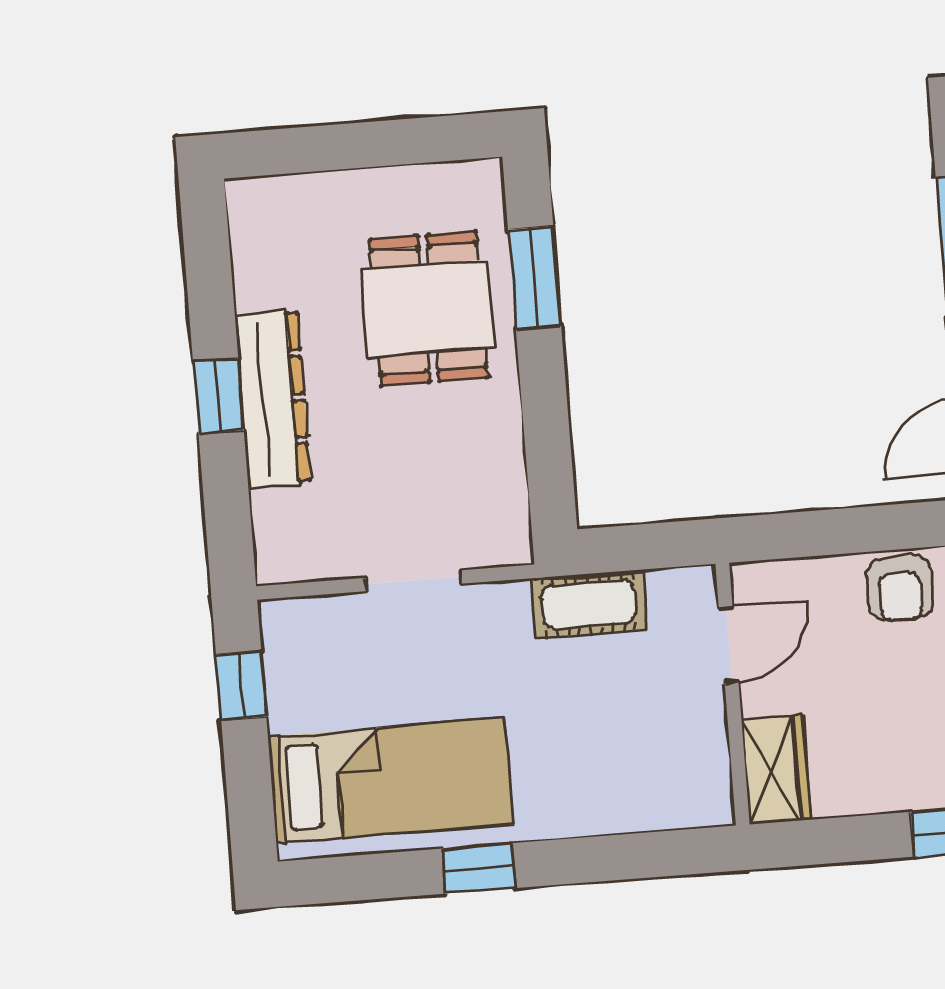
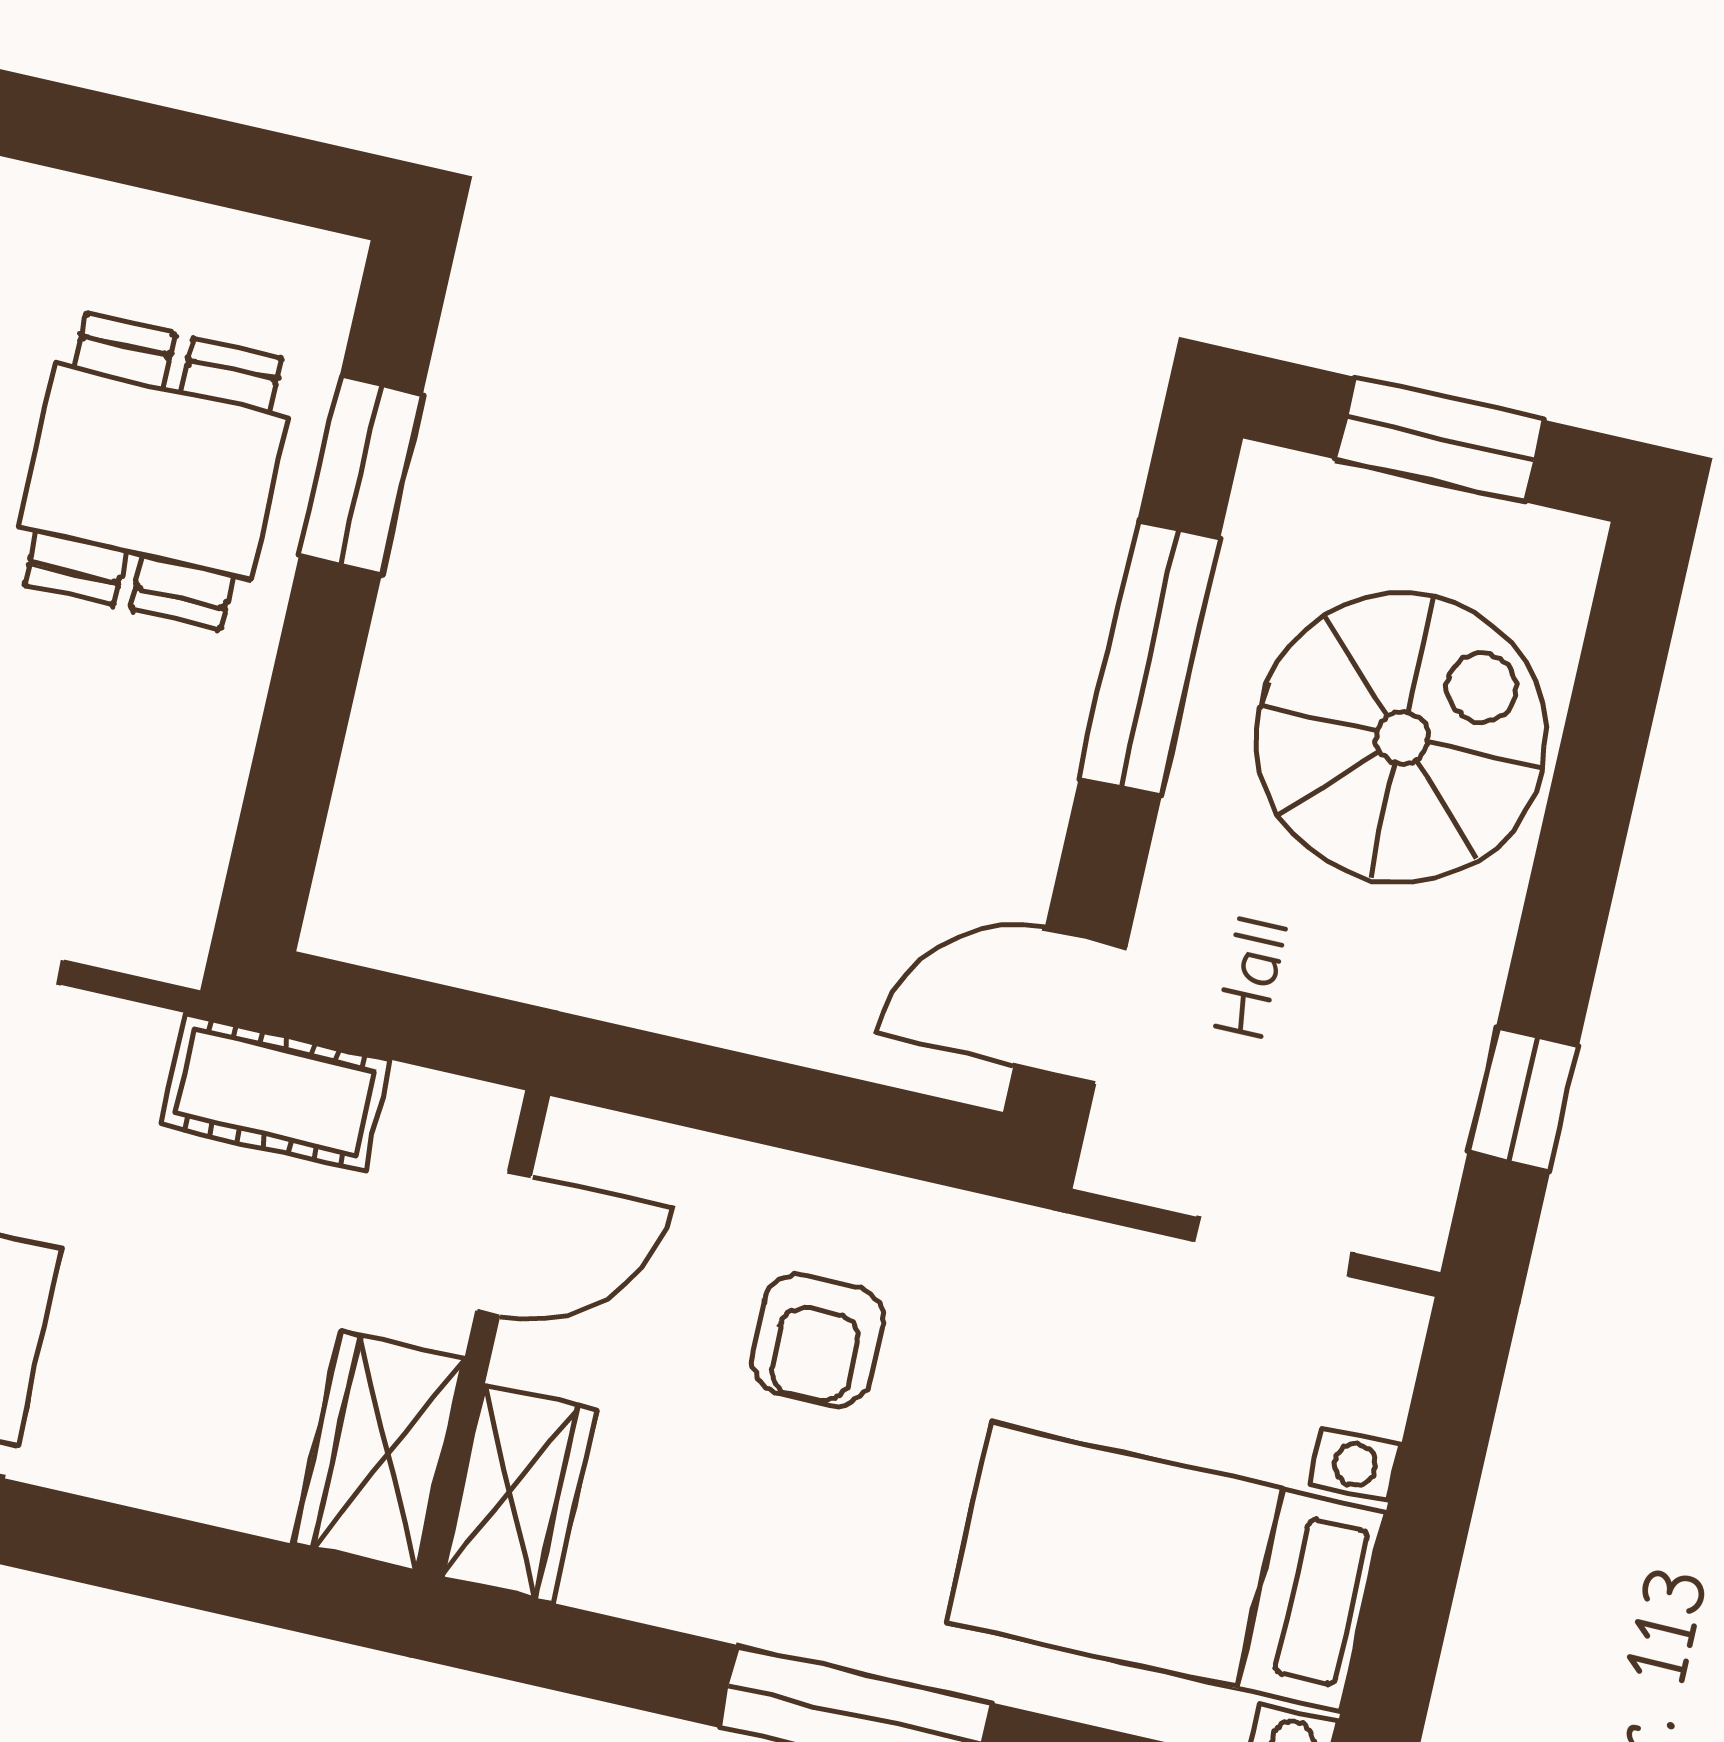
armchair: (900, 588) -> (818, 1340), moved
wardrobe: (698, 770) -> (378, 1451), added

